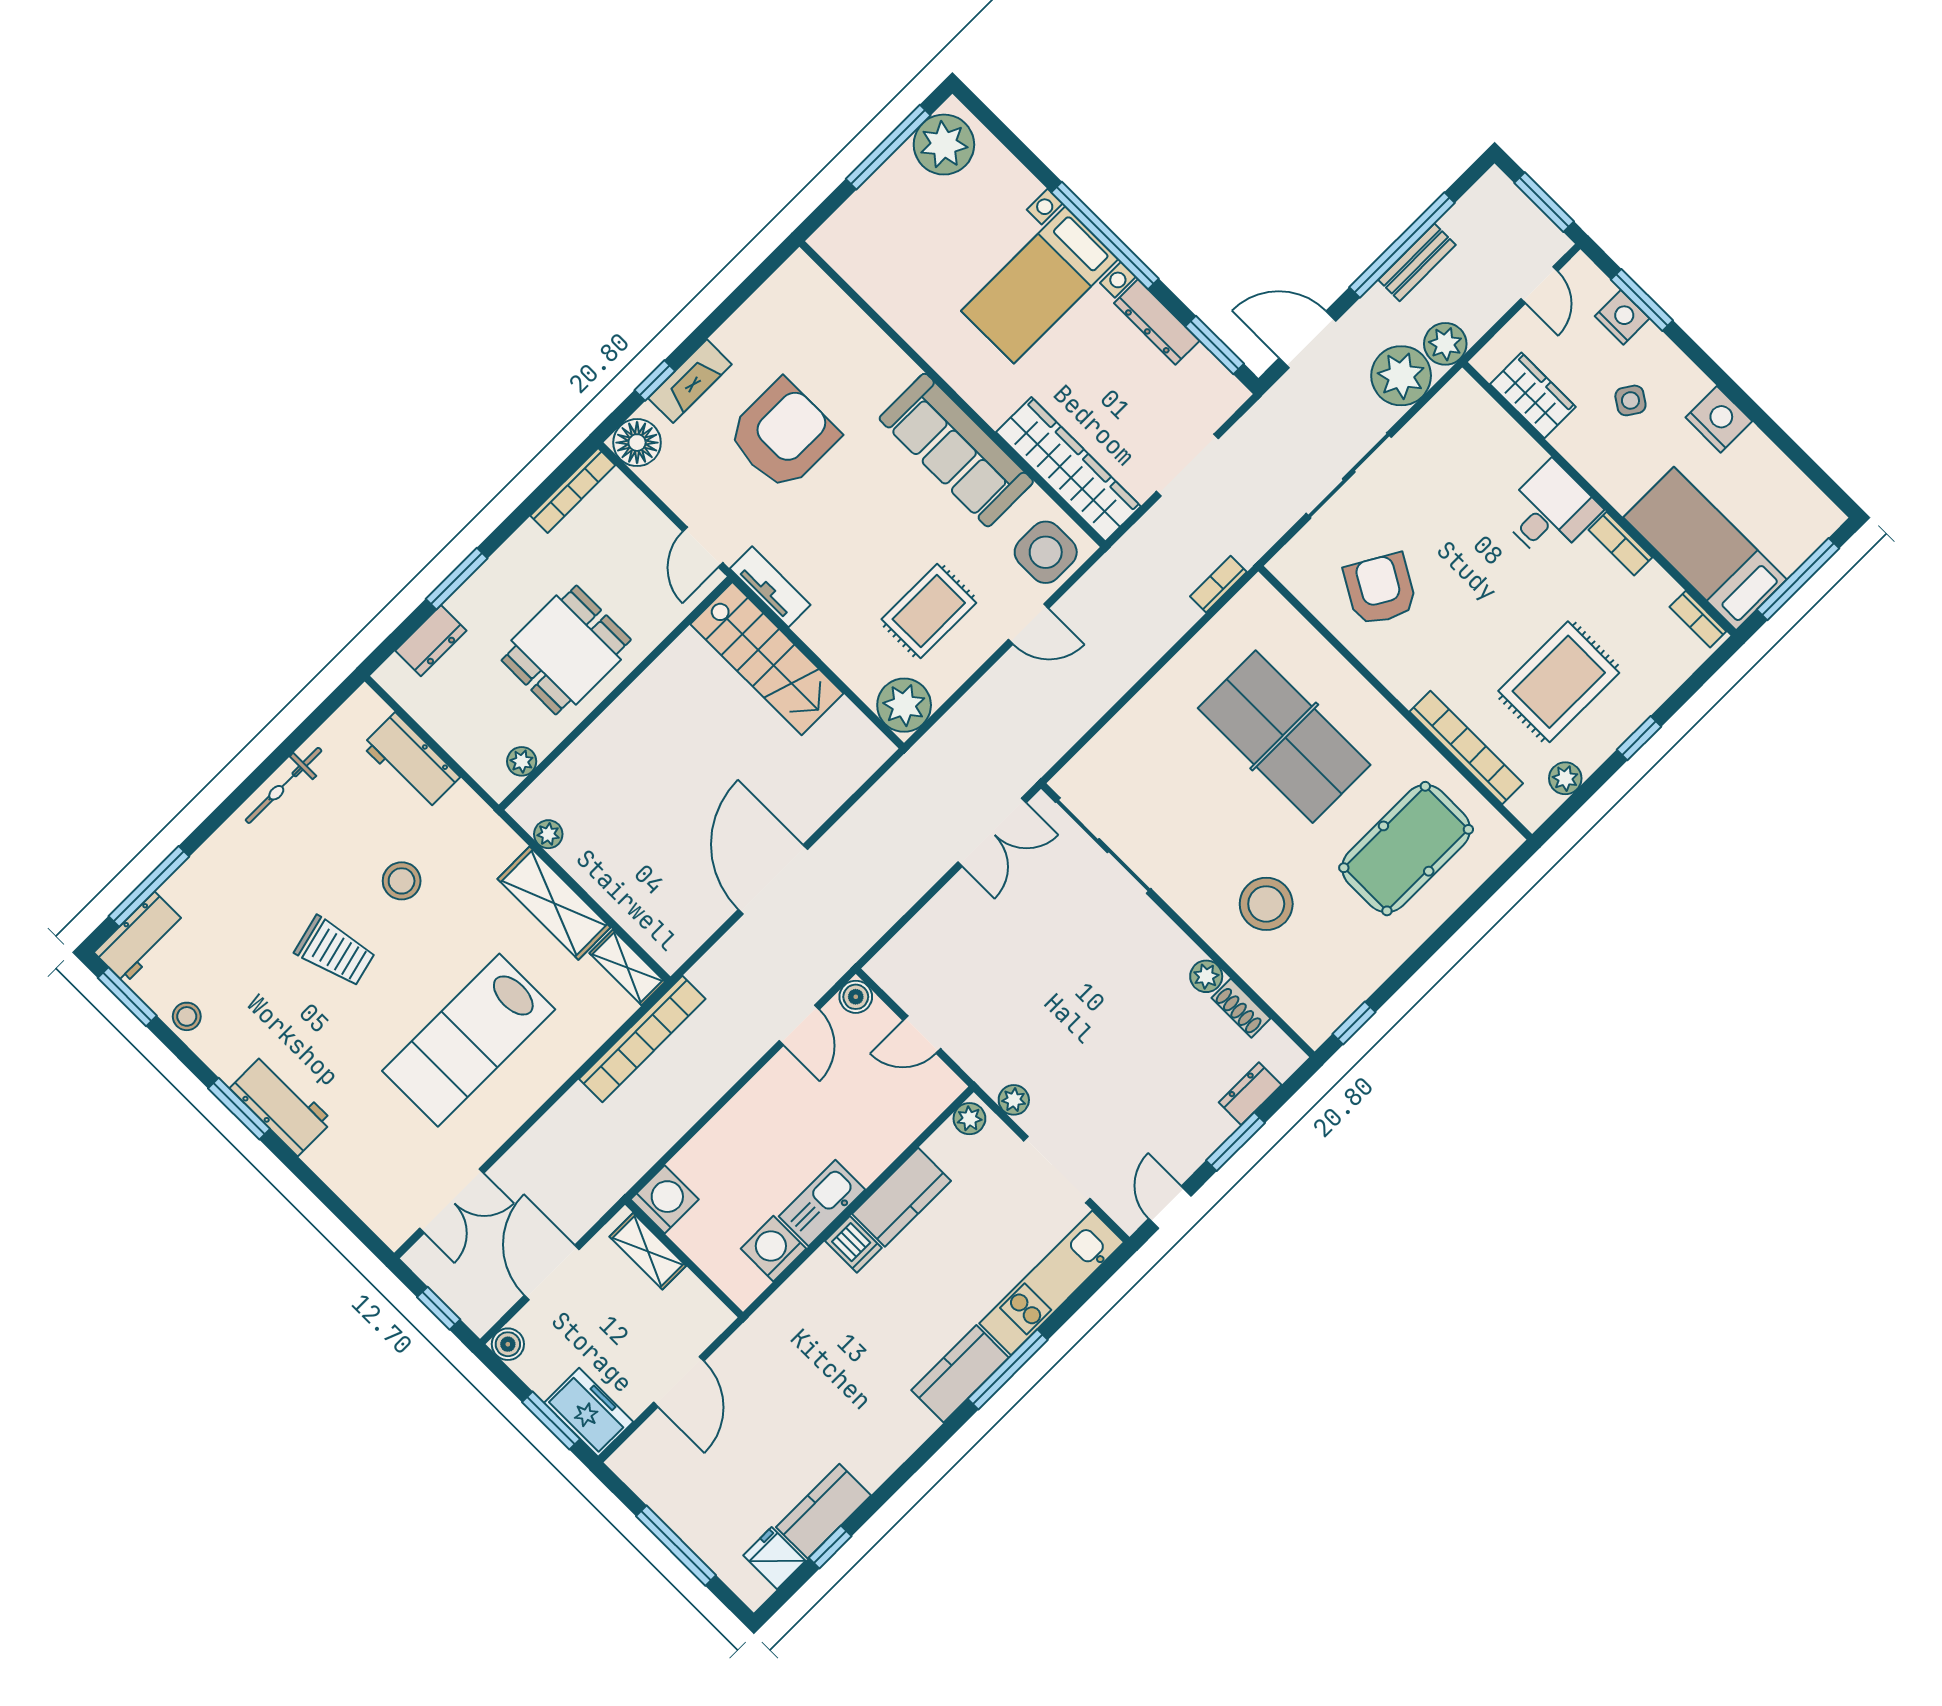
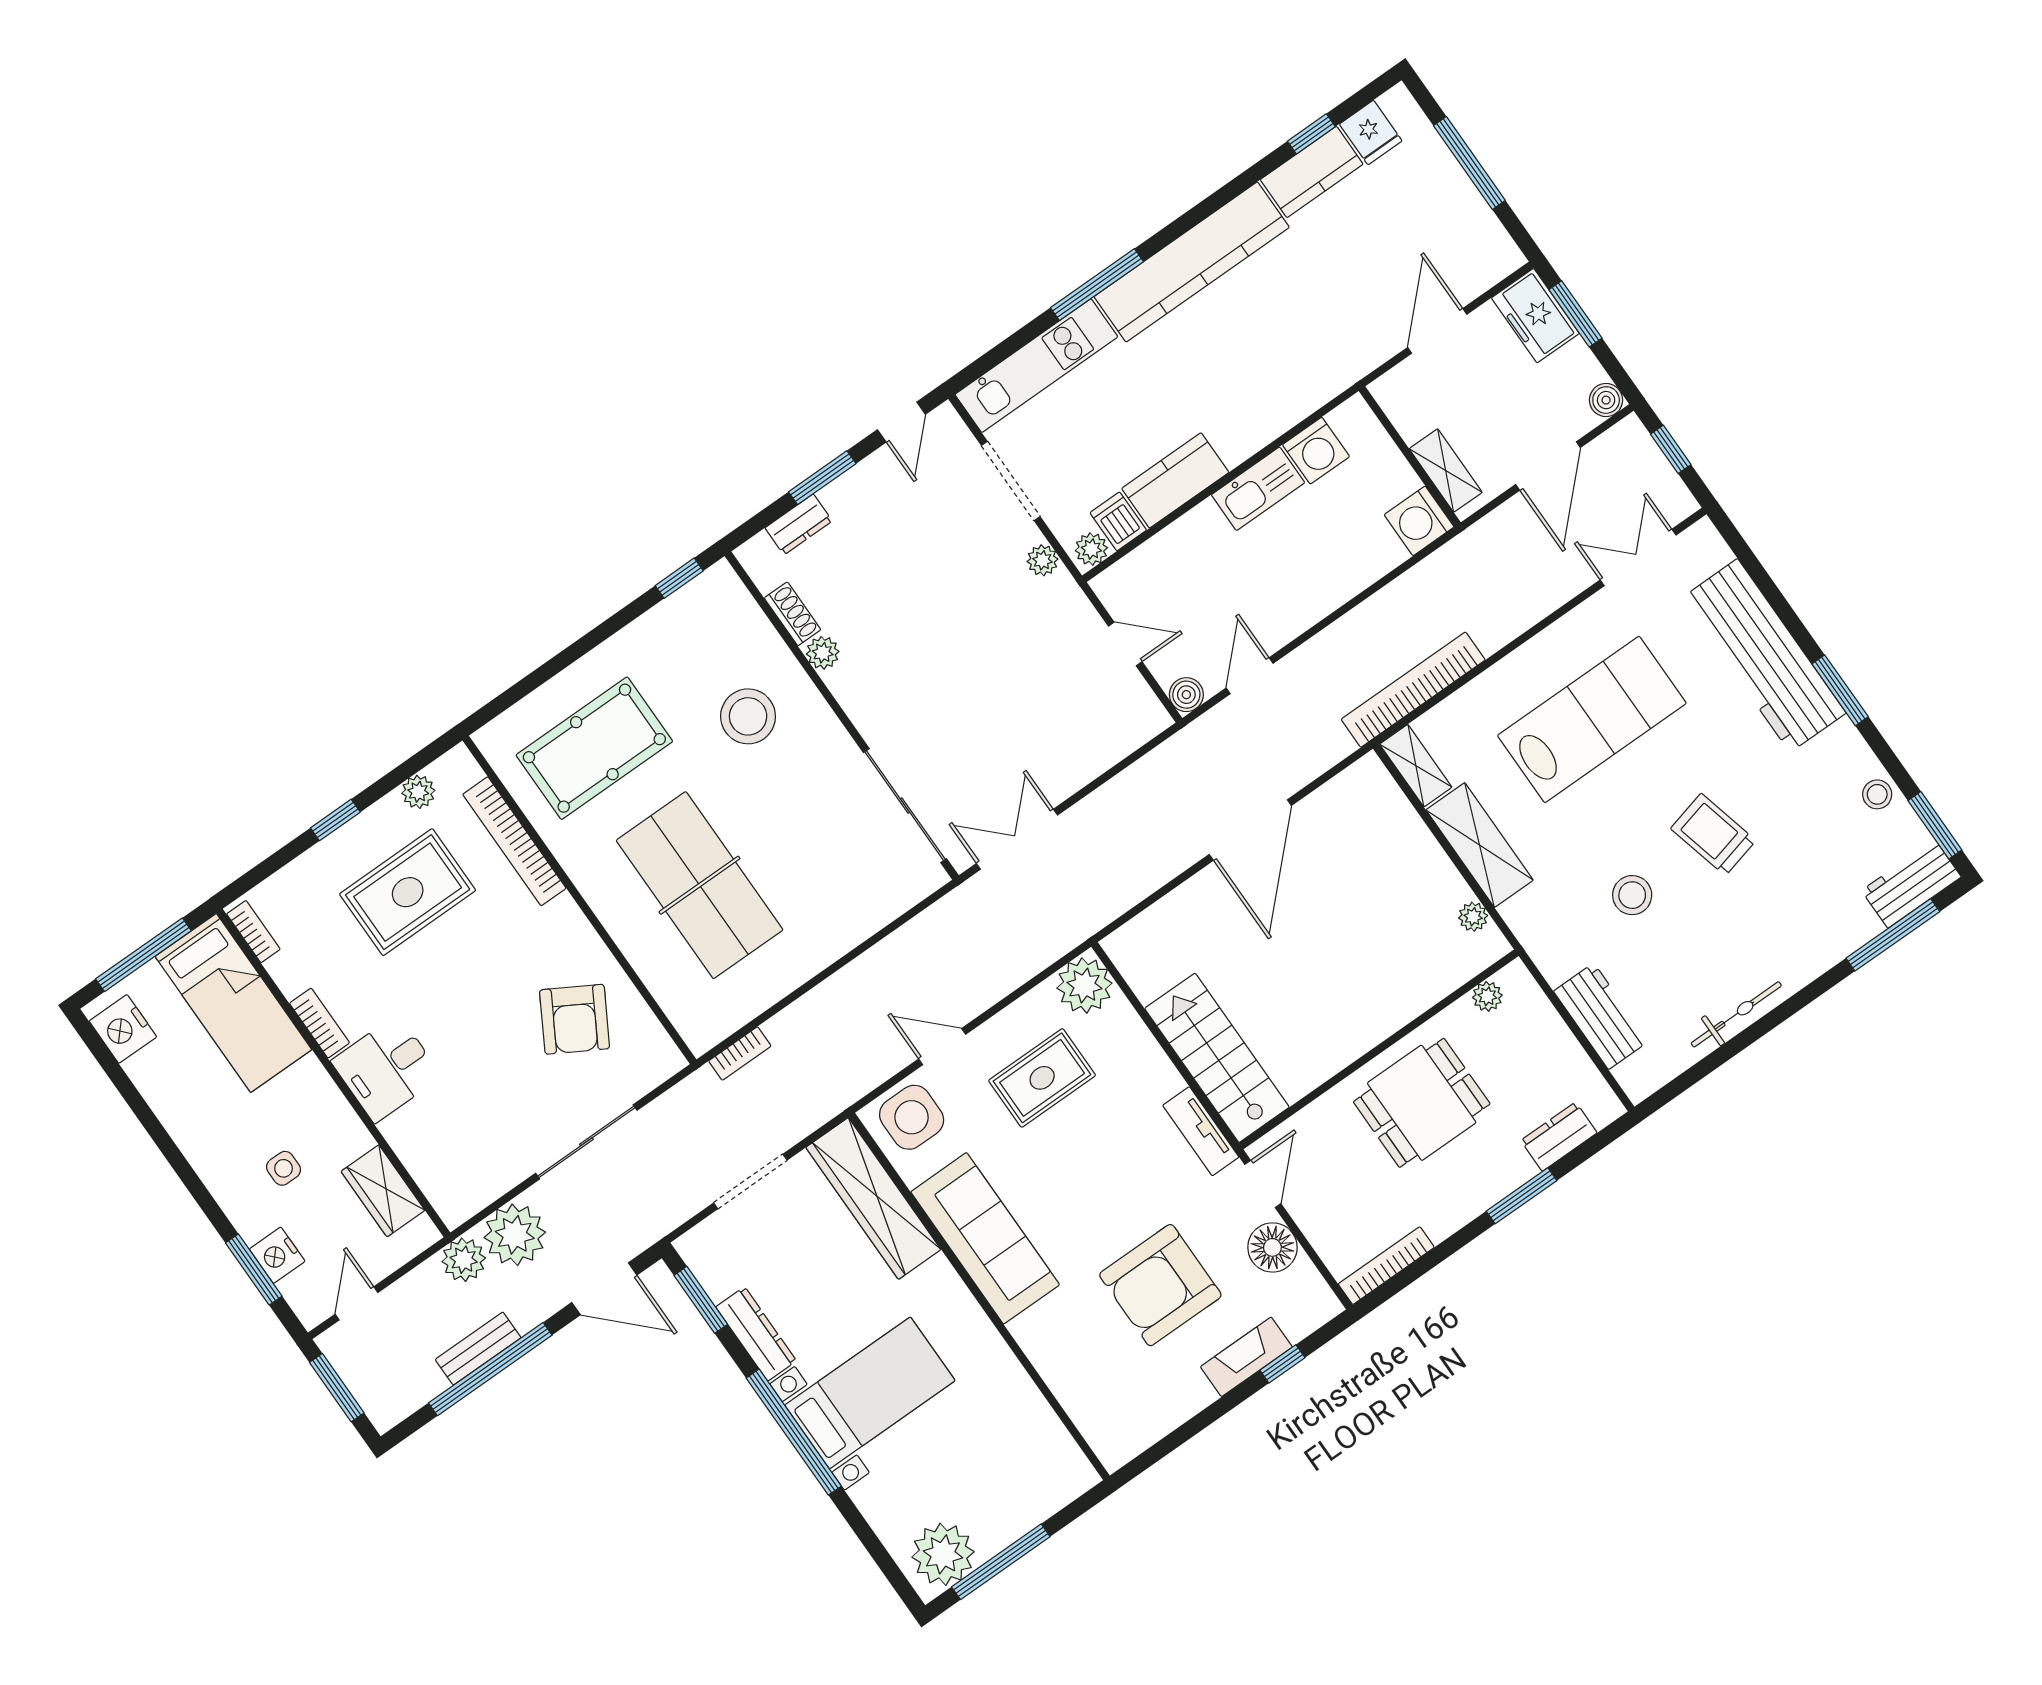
side table: (1630, 400) -> (284, 1168), turned -34
nightstand: (1719, 419) -> (123, 1029), moved
floor lamp: (637, 443) -> (1272, 1247), moved
workbench: (281, 1105) -> (1764, 655), width x1.88, depth x1.32
dishwasher: (853, 1244) -> (1118, 521), moved
kitchen counter: (960, 1374) -> (1192, 262), width x2.08, depth x1.17

